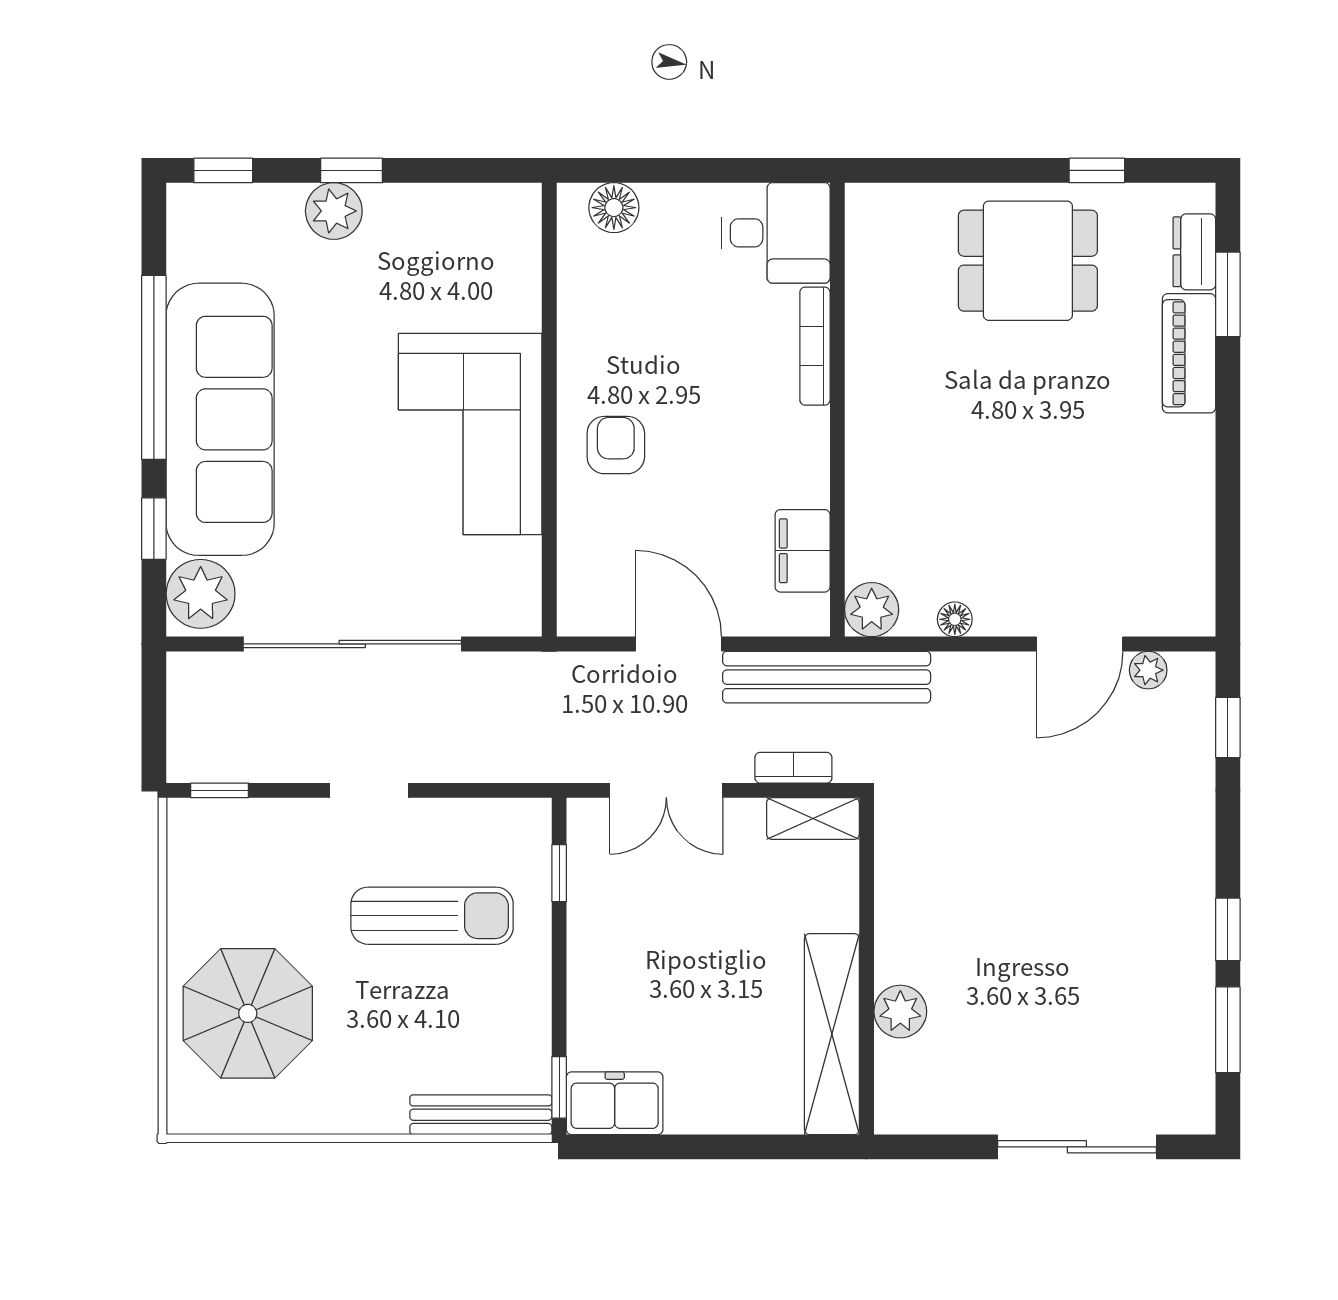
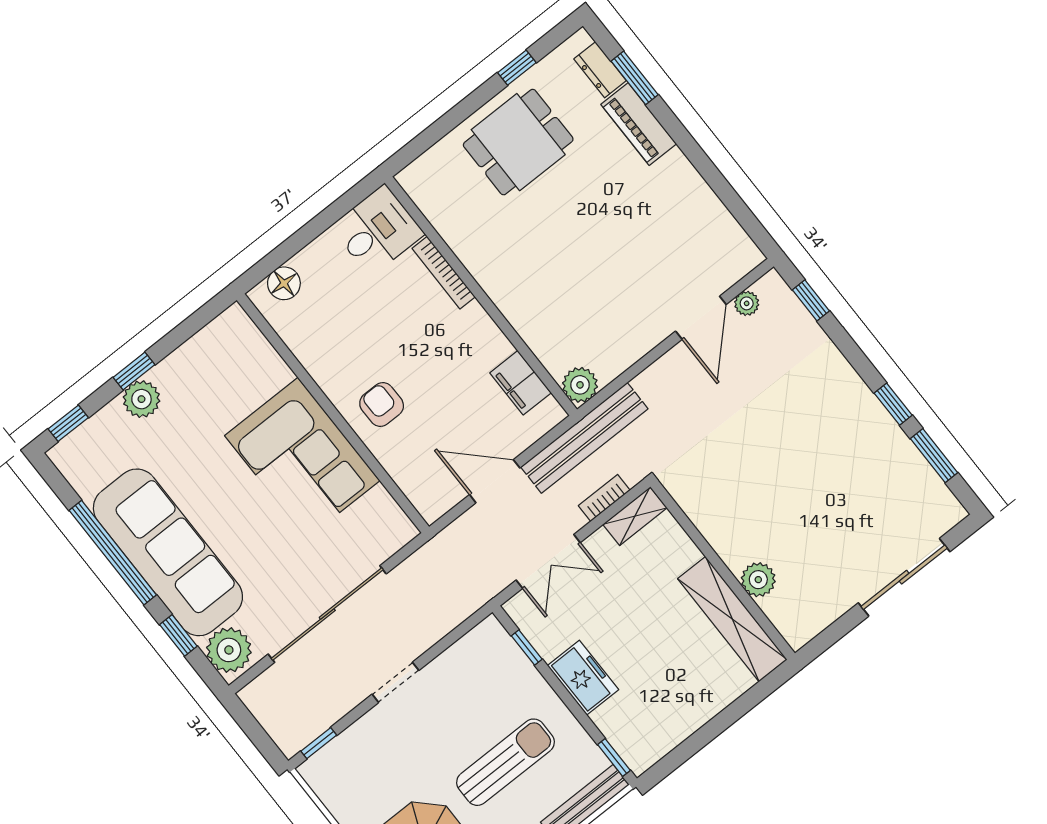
floor lamp: (955, 619) -> (627, 356), removed
sun lounger: (432, 916) -> (505, 762), moved
freezer: (615, 1103) -> (583, 678), moved, turned 90

